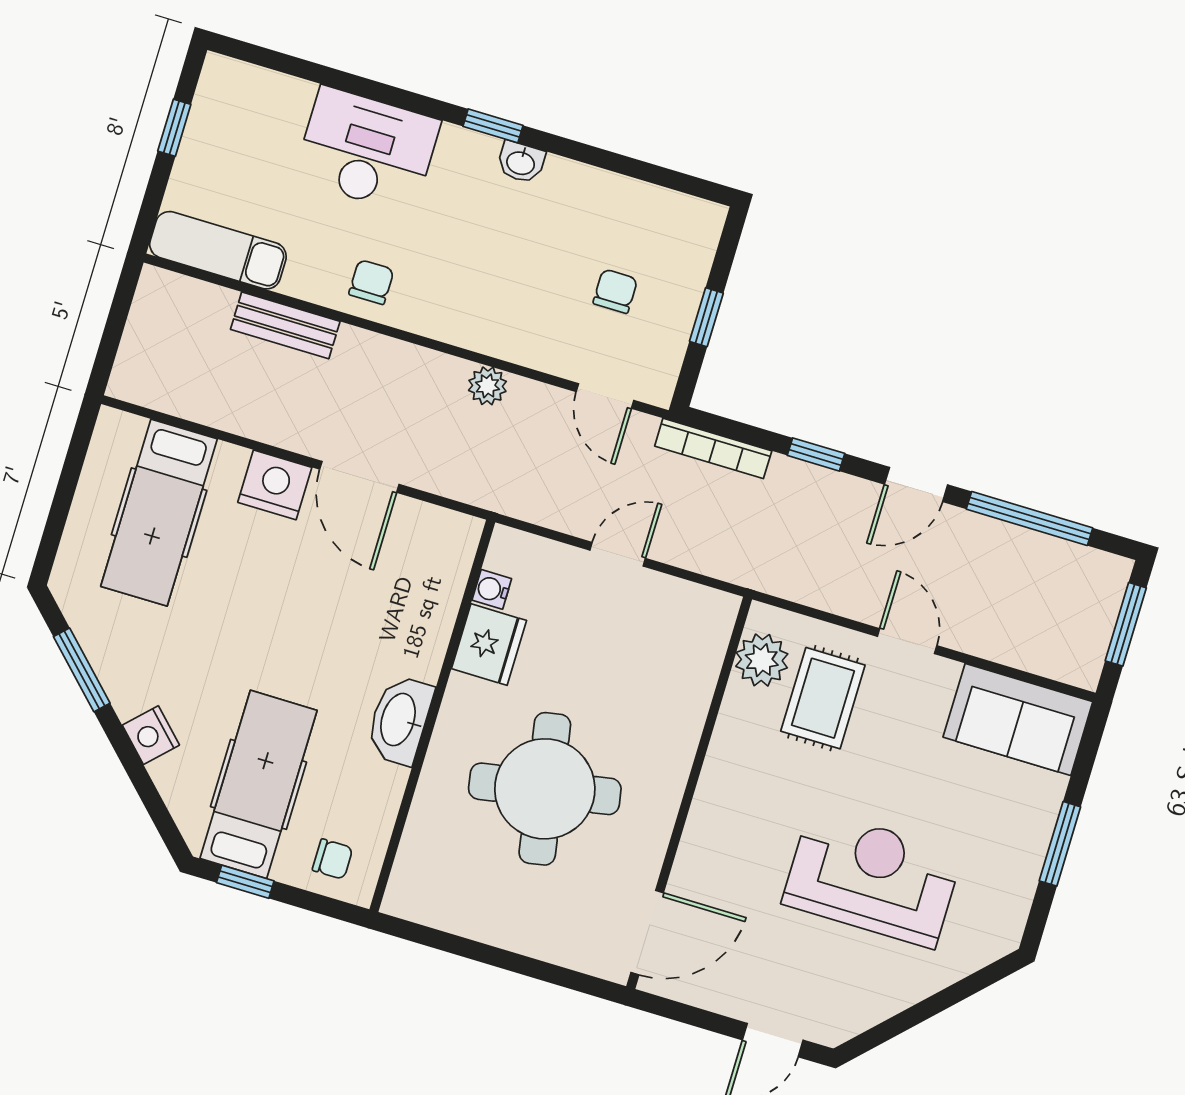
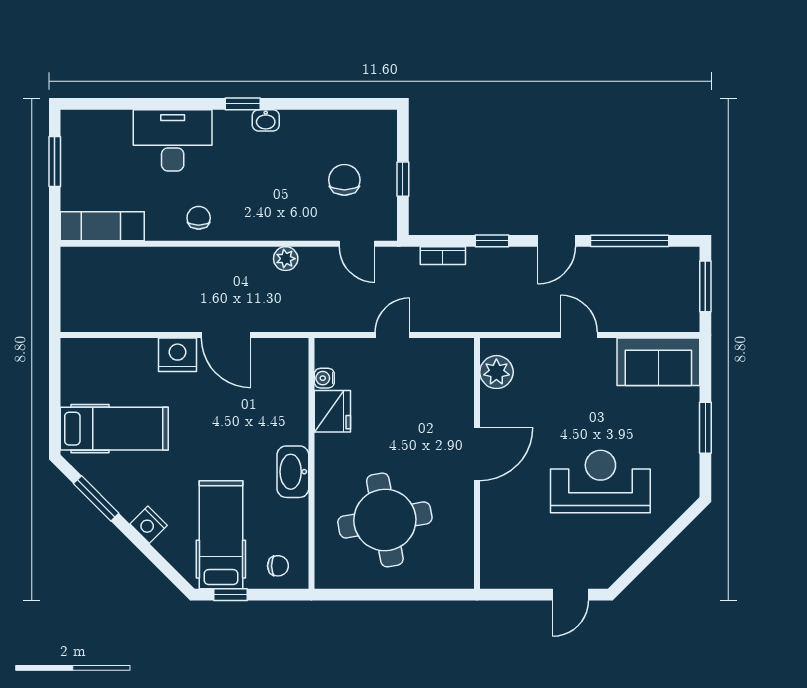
window: (174, 128) -> (55, 162), width x1.50
chair: (615, 291) -> (344, 180), width x1.37, depth x1.37
bench: (285, 325) -> (155, 259), removed
bookcase: (713, 448) -> (443, 256), width x0.64
hospital bed: (159, 513) -> (114, 429), moved, turned -90
rug: (823, 698) -> (539, 384), removed
round table: (545, 789) -> (385, 520), moved
door: (647, 933) -> (477, 454), moved

